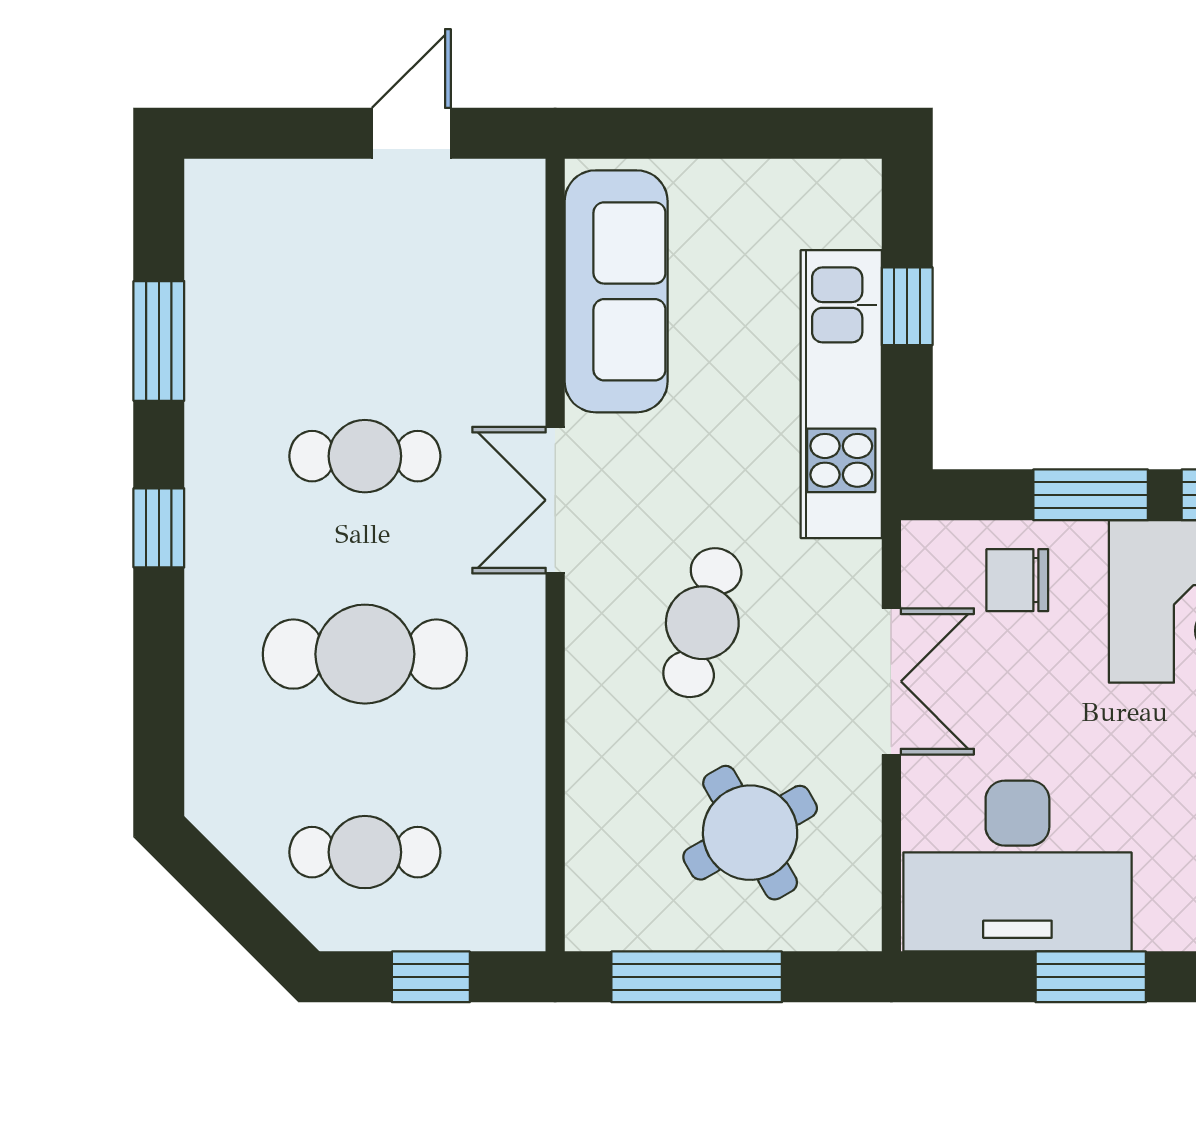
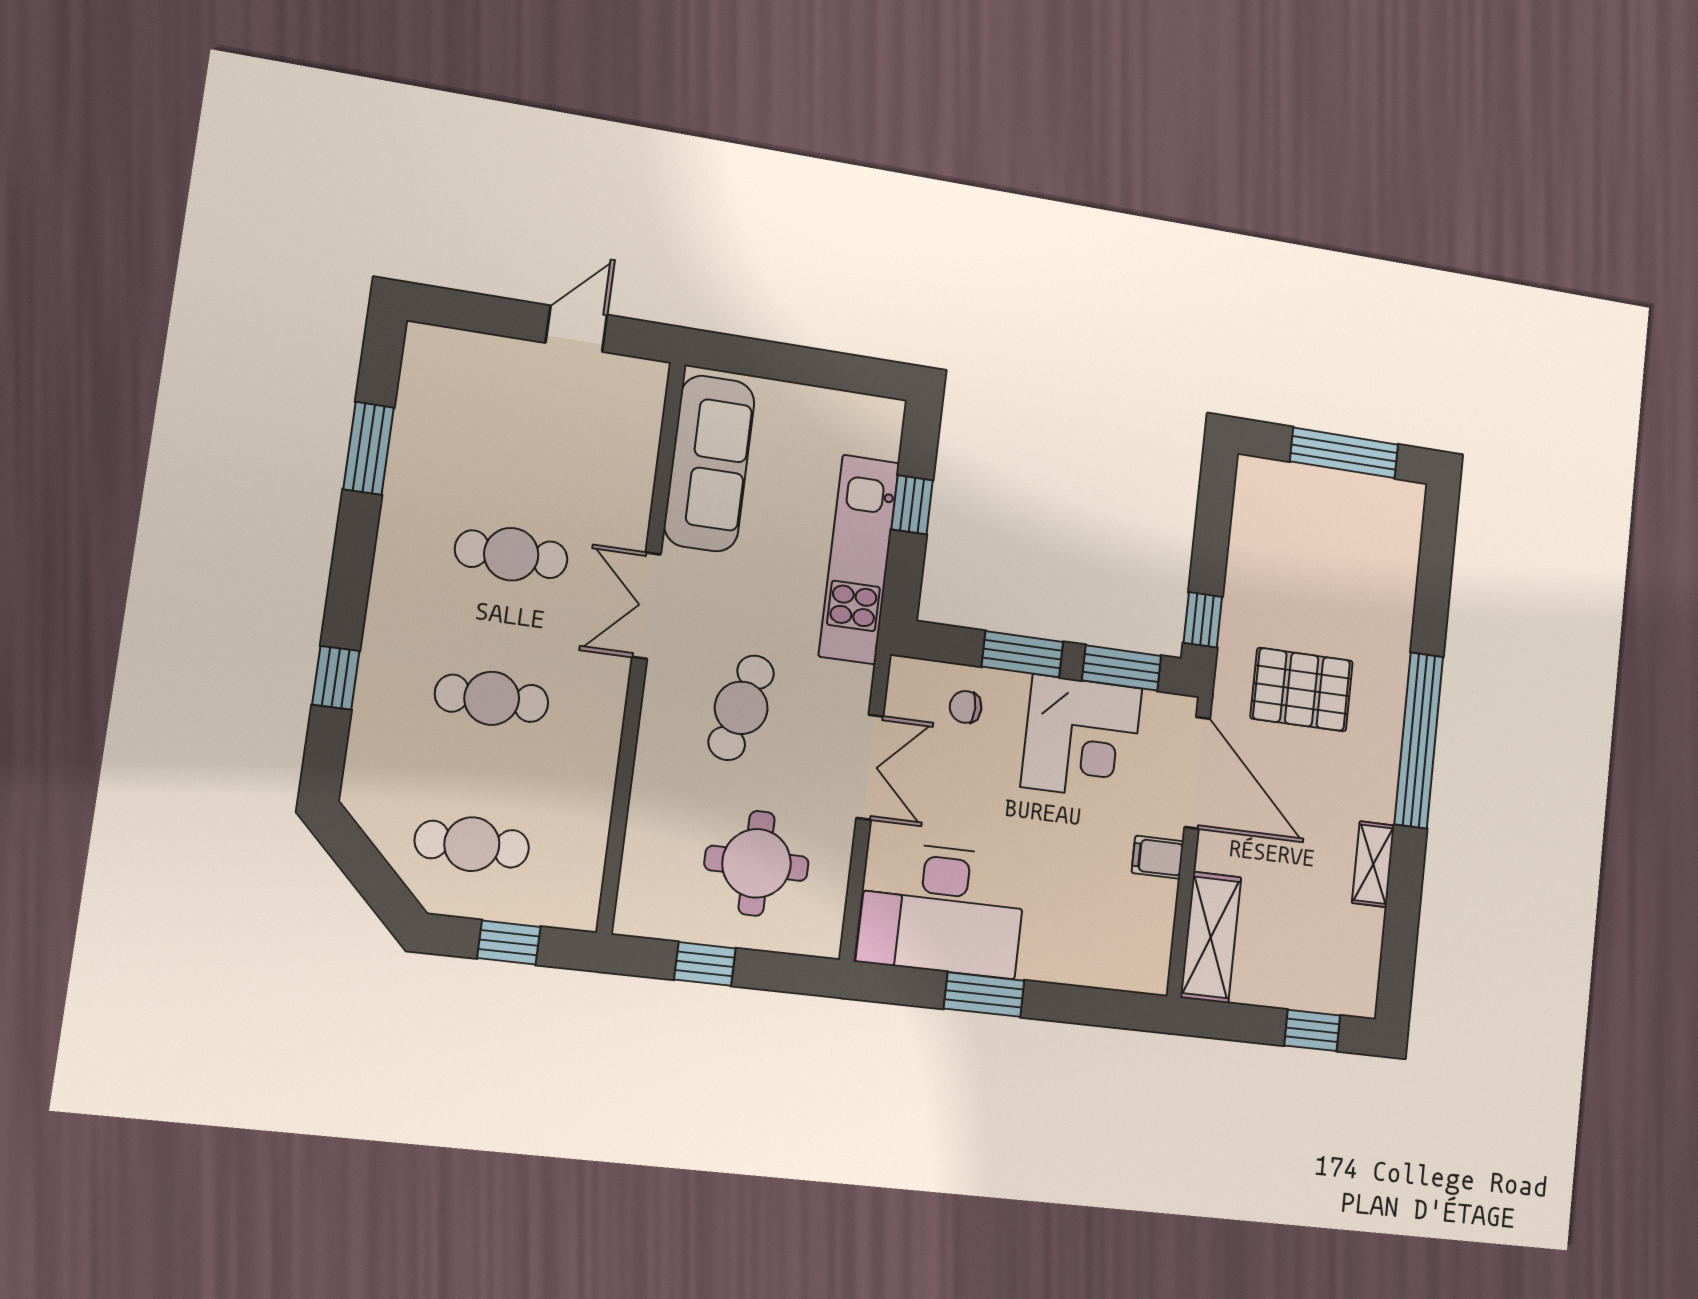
window: (159, 528) -> (336, 678), moved
chair: (1017, 580) -> (966, 707), width x0.73, depth x0.73
cafe table: (365, 654) -> (492, 698), width x0.73, depth x0.74
round table: (750, 833) -> (757, 863), turned 30
window: (697, 977) -> (705, 964), width x0.46

